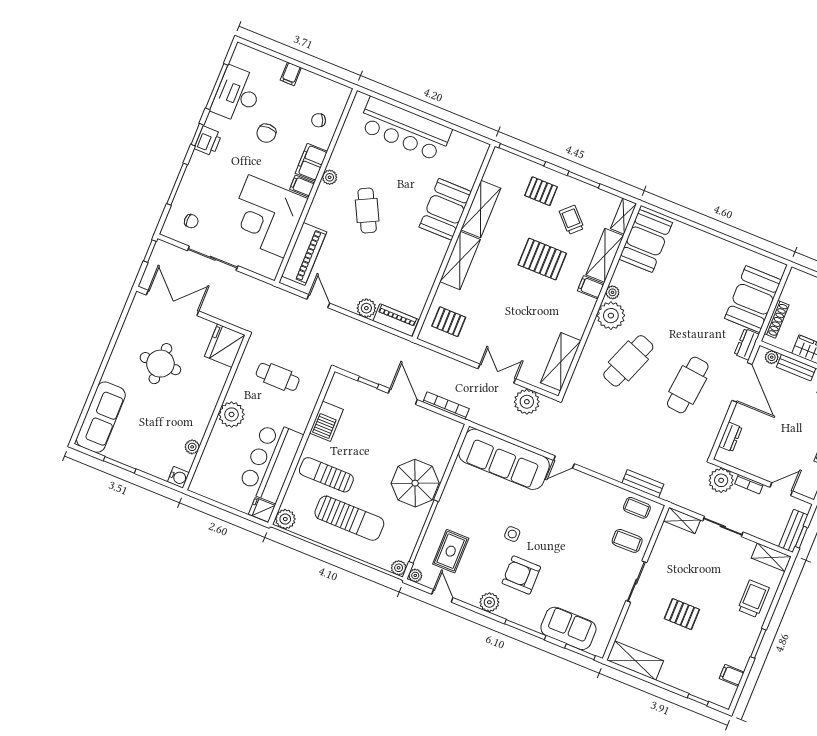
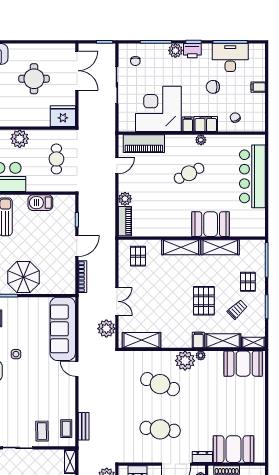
plant: (199, 163) -> (175, 51), added

